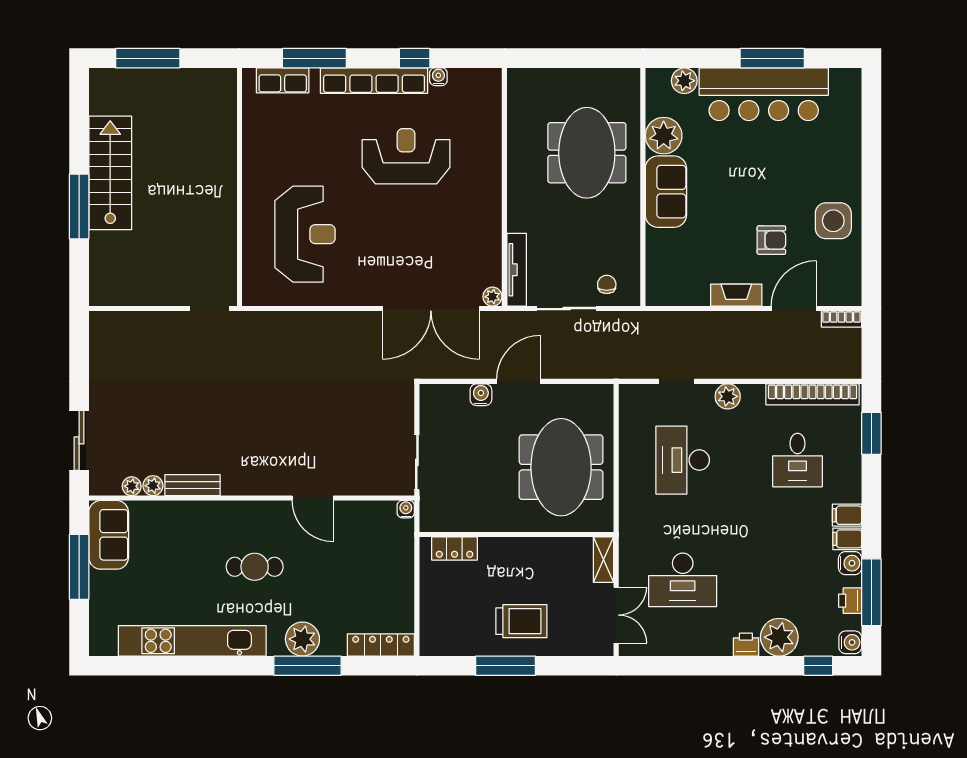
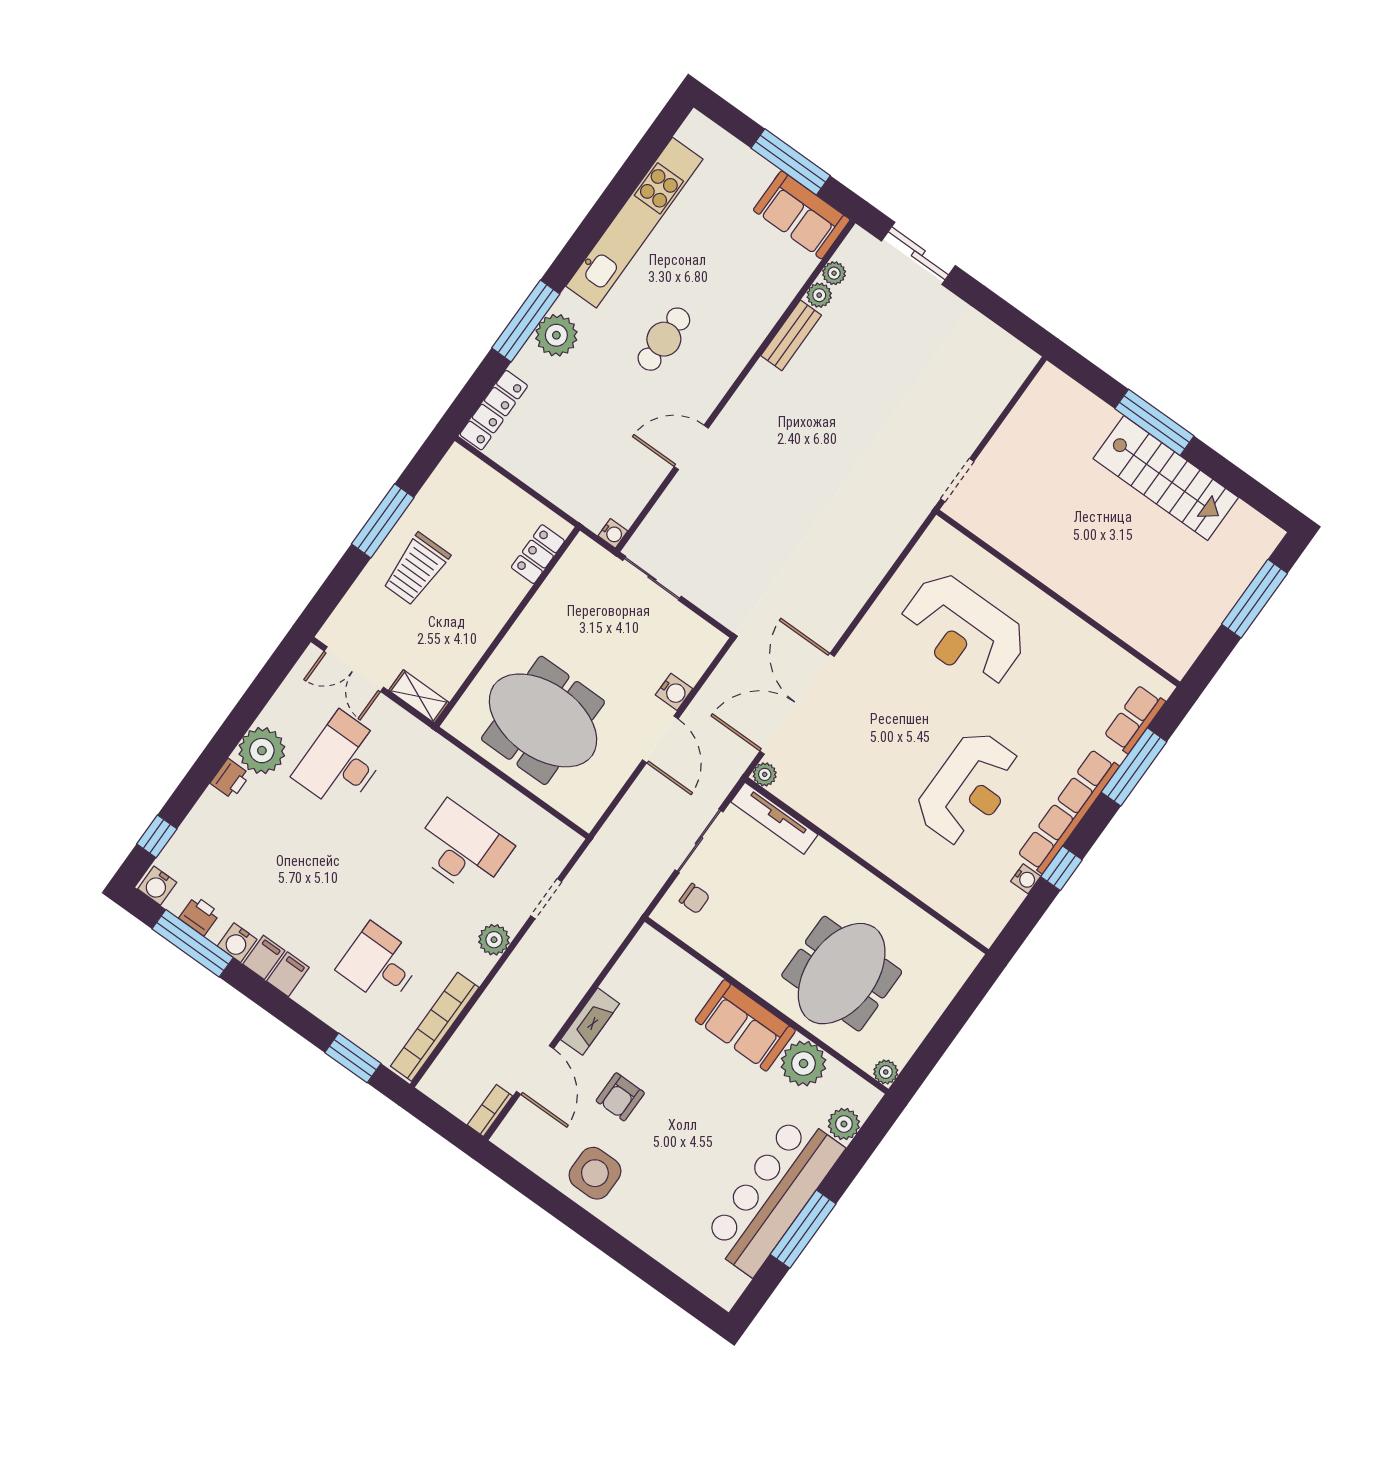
plant: (631, 78) -> (886, 1072), added
meeting table: (587, 153) -> (842, 974), turned 90
plant: (779, 637) -> (262, 751), moved

